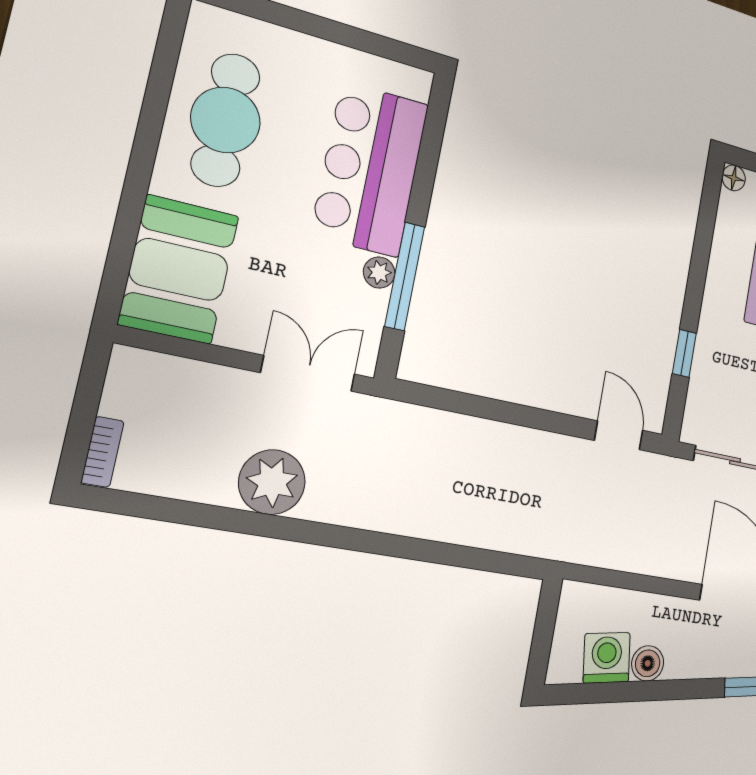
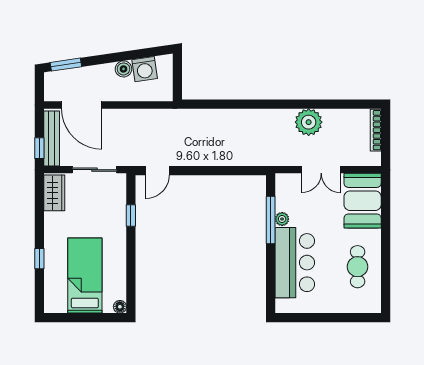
cafe table: (226, 120) -> (358, 267), width x0.73, depth x0.74
double door: (308, 373) -> (321, 170), moved
door: (619, 435) -> (157, 171), hinge flipped
bookcase: (102, 452) -> (376, 130), width x1.56

